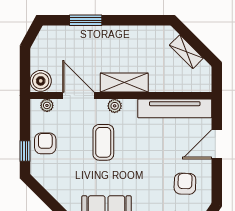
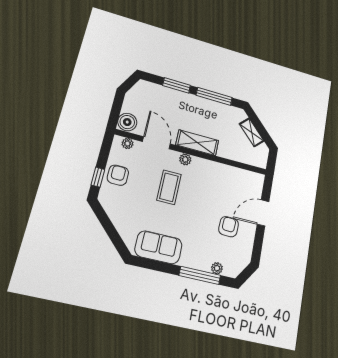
window: (133, 20) -> (214, 96), added
tv unit: (175, 108) -> (234, 175), removed
armchair: (185, 184) -> (229, 227), moved

